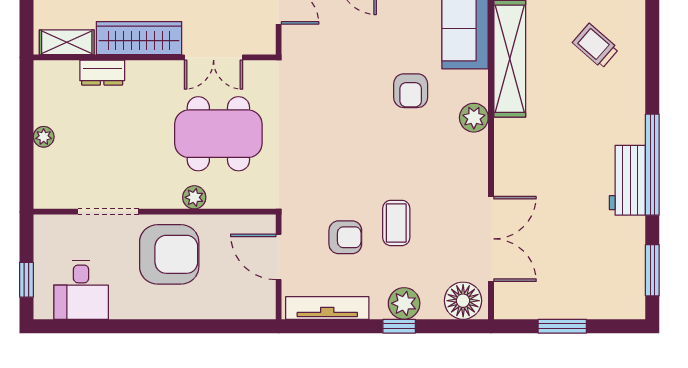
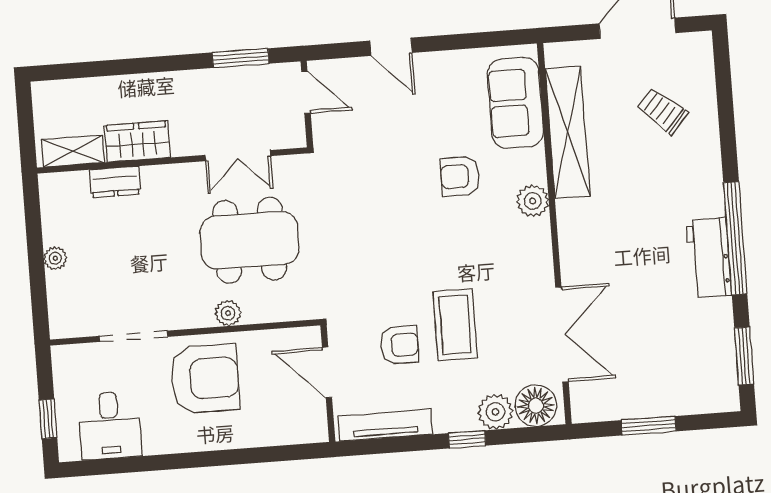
wardrobe: (139, 38) -> (137, 142), width x0.67
armchair: (411, 91) -> (460, 176), turned 90
coffee table: (396, 223) -> (455, 325), width x1.36, depth x1.30
plant: (404, 303) -> (495, 412), moved

